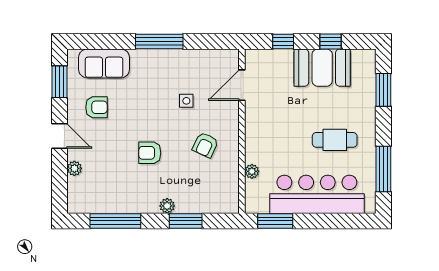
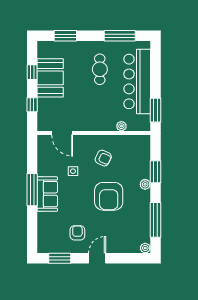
sofa: (104, 63) -> (47, 194), moved
armchair: (150, 153) -> (109, 196), width x1.88, depth x1.88
plant: (74, 168) -> (145, 248), moved

